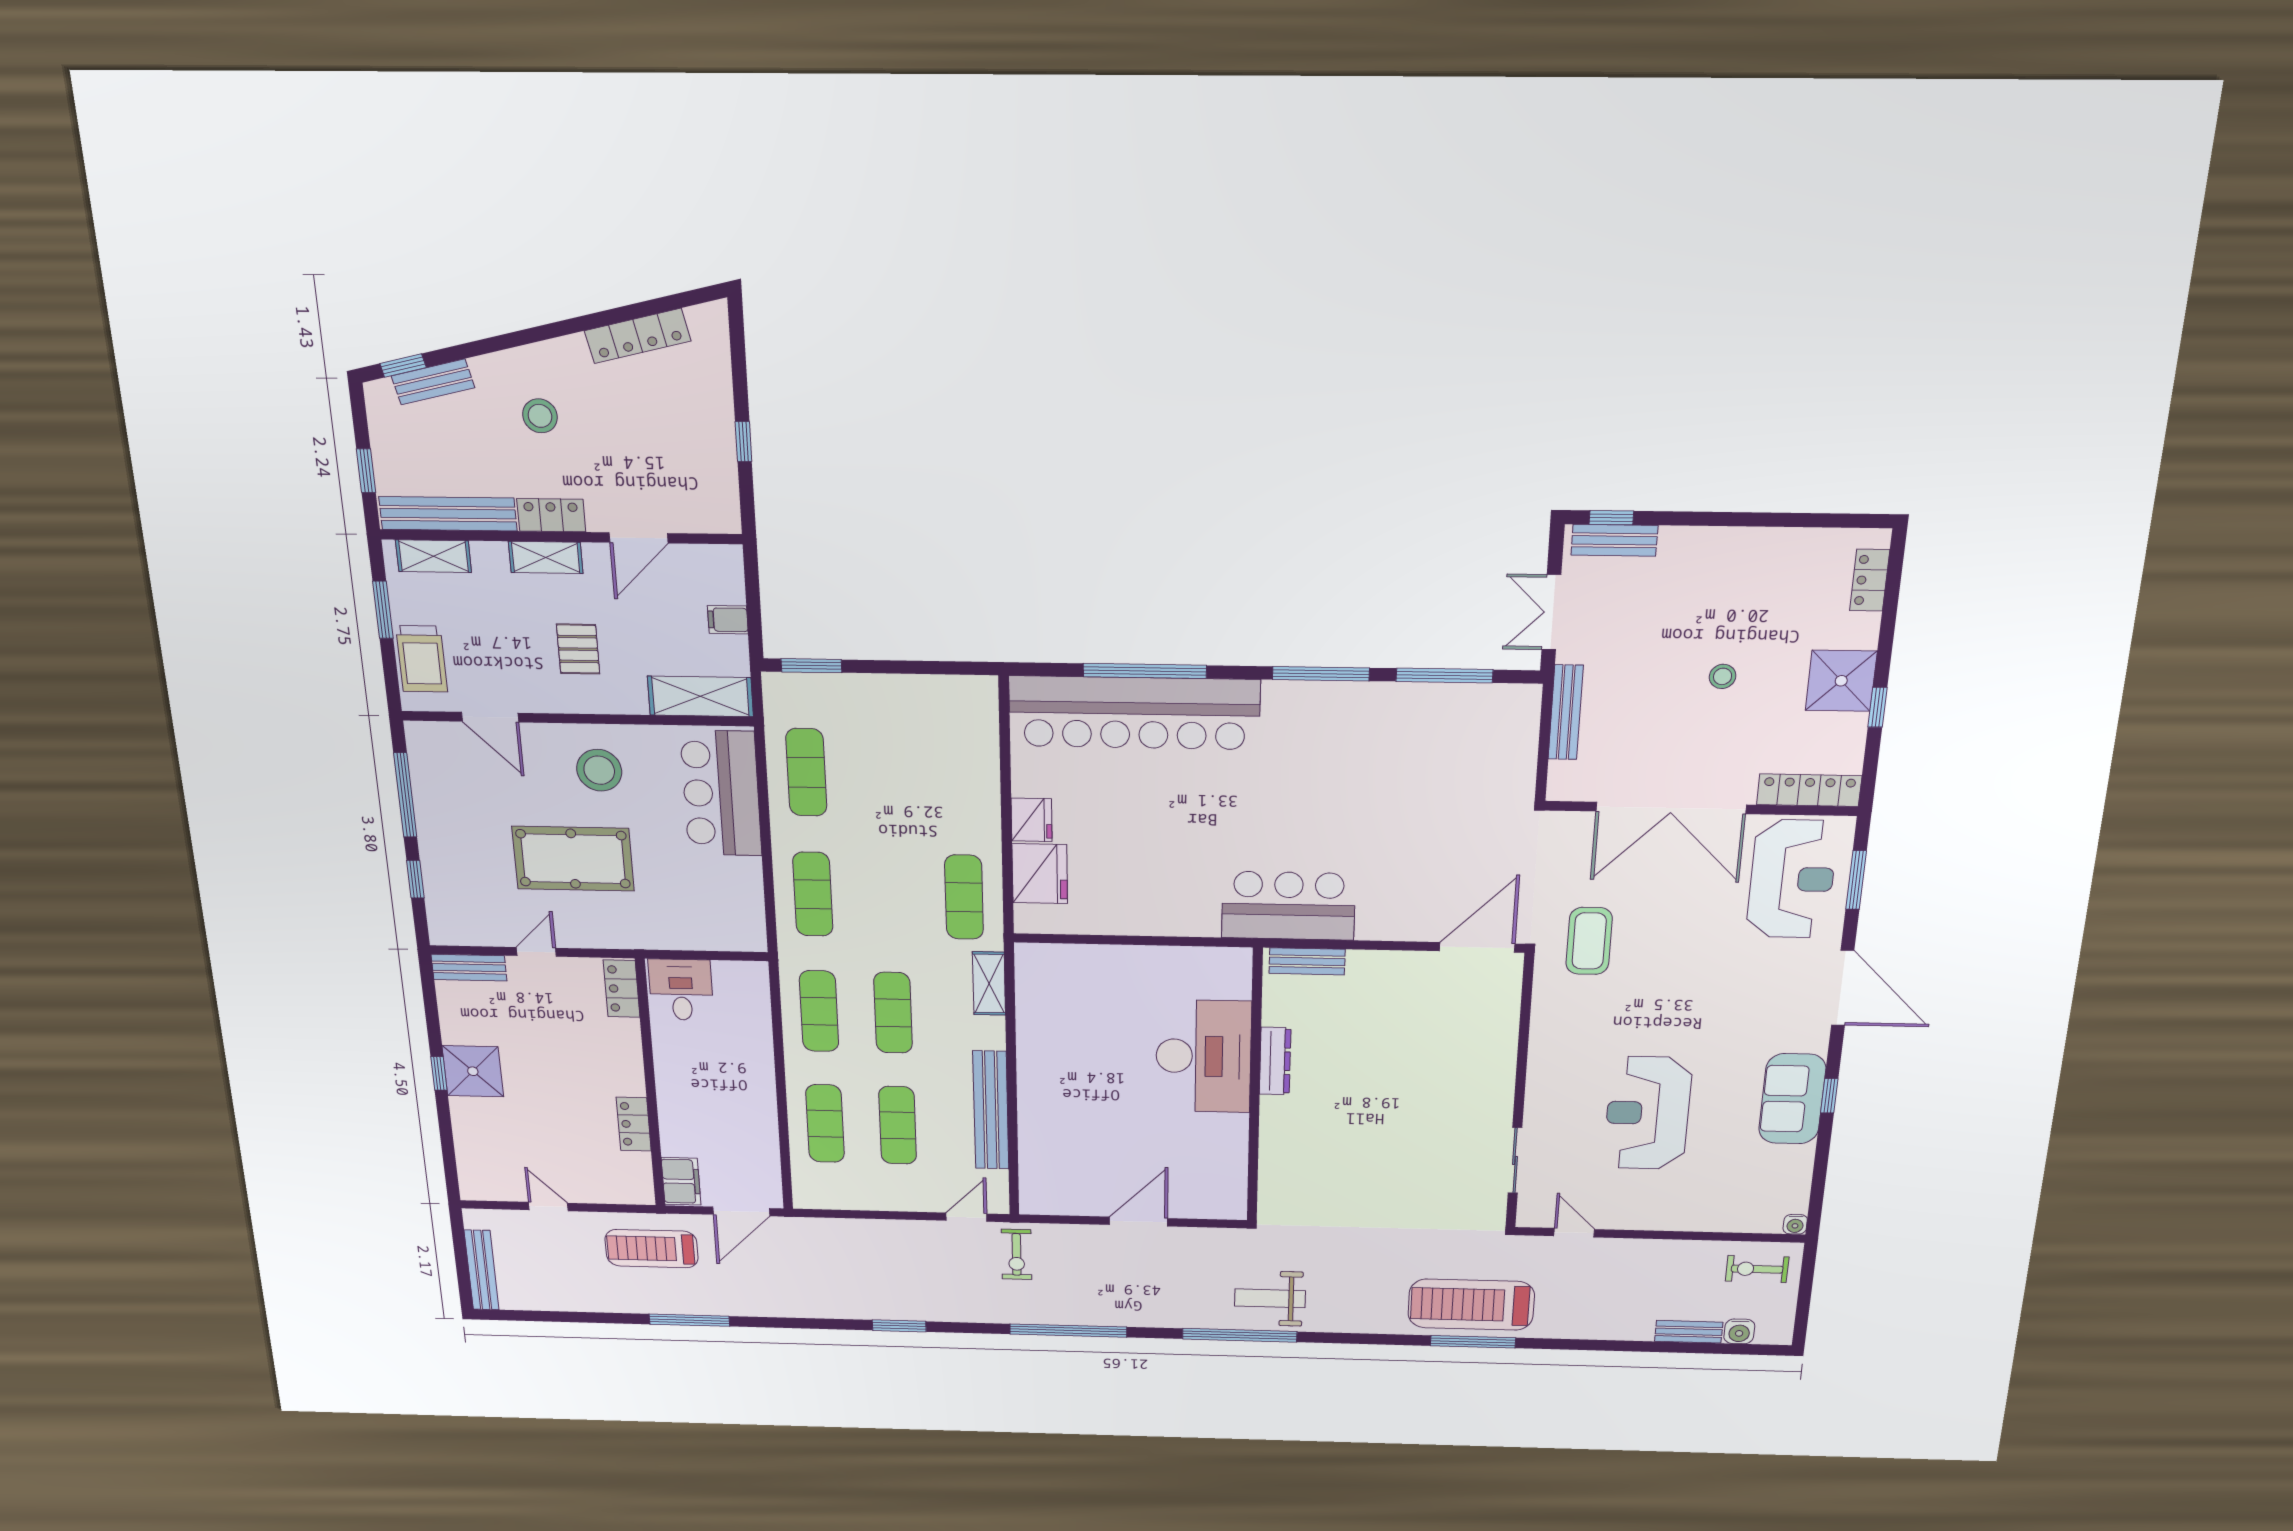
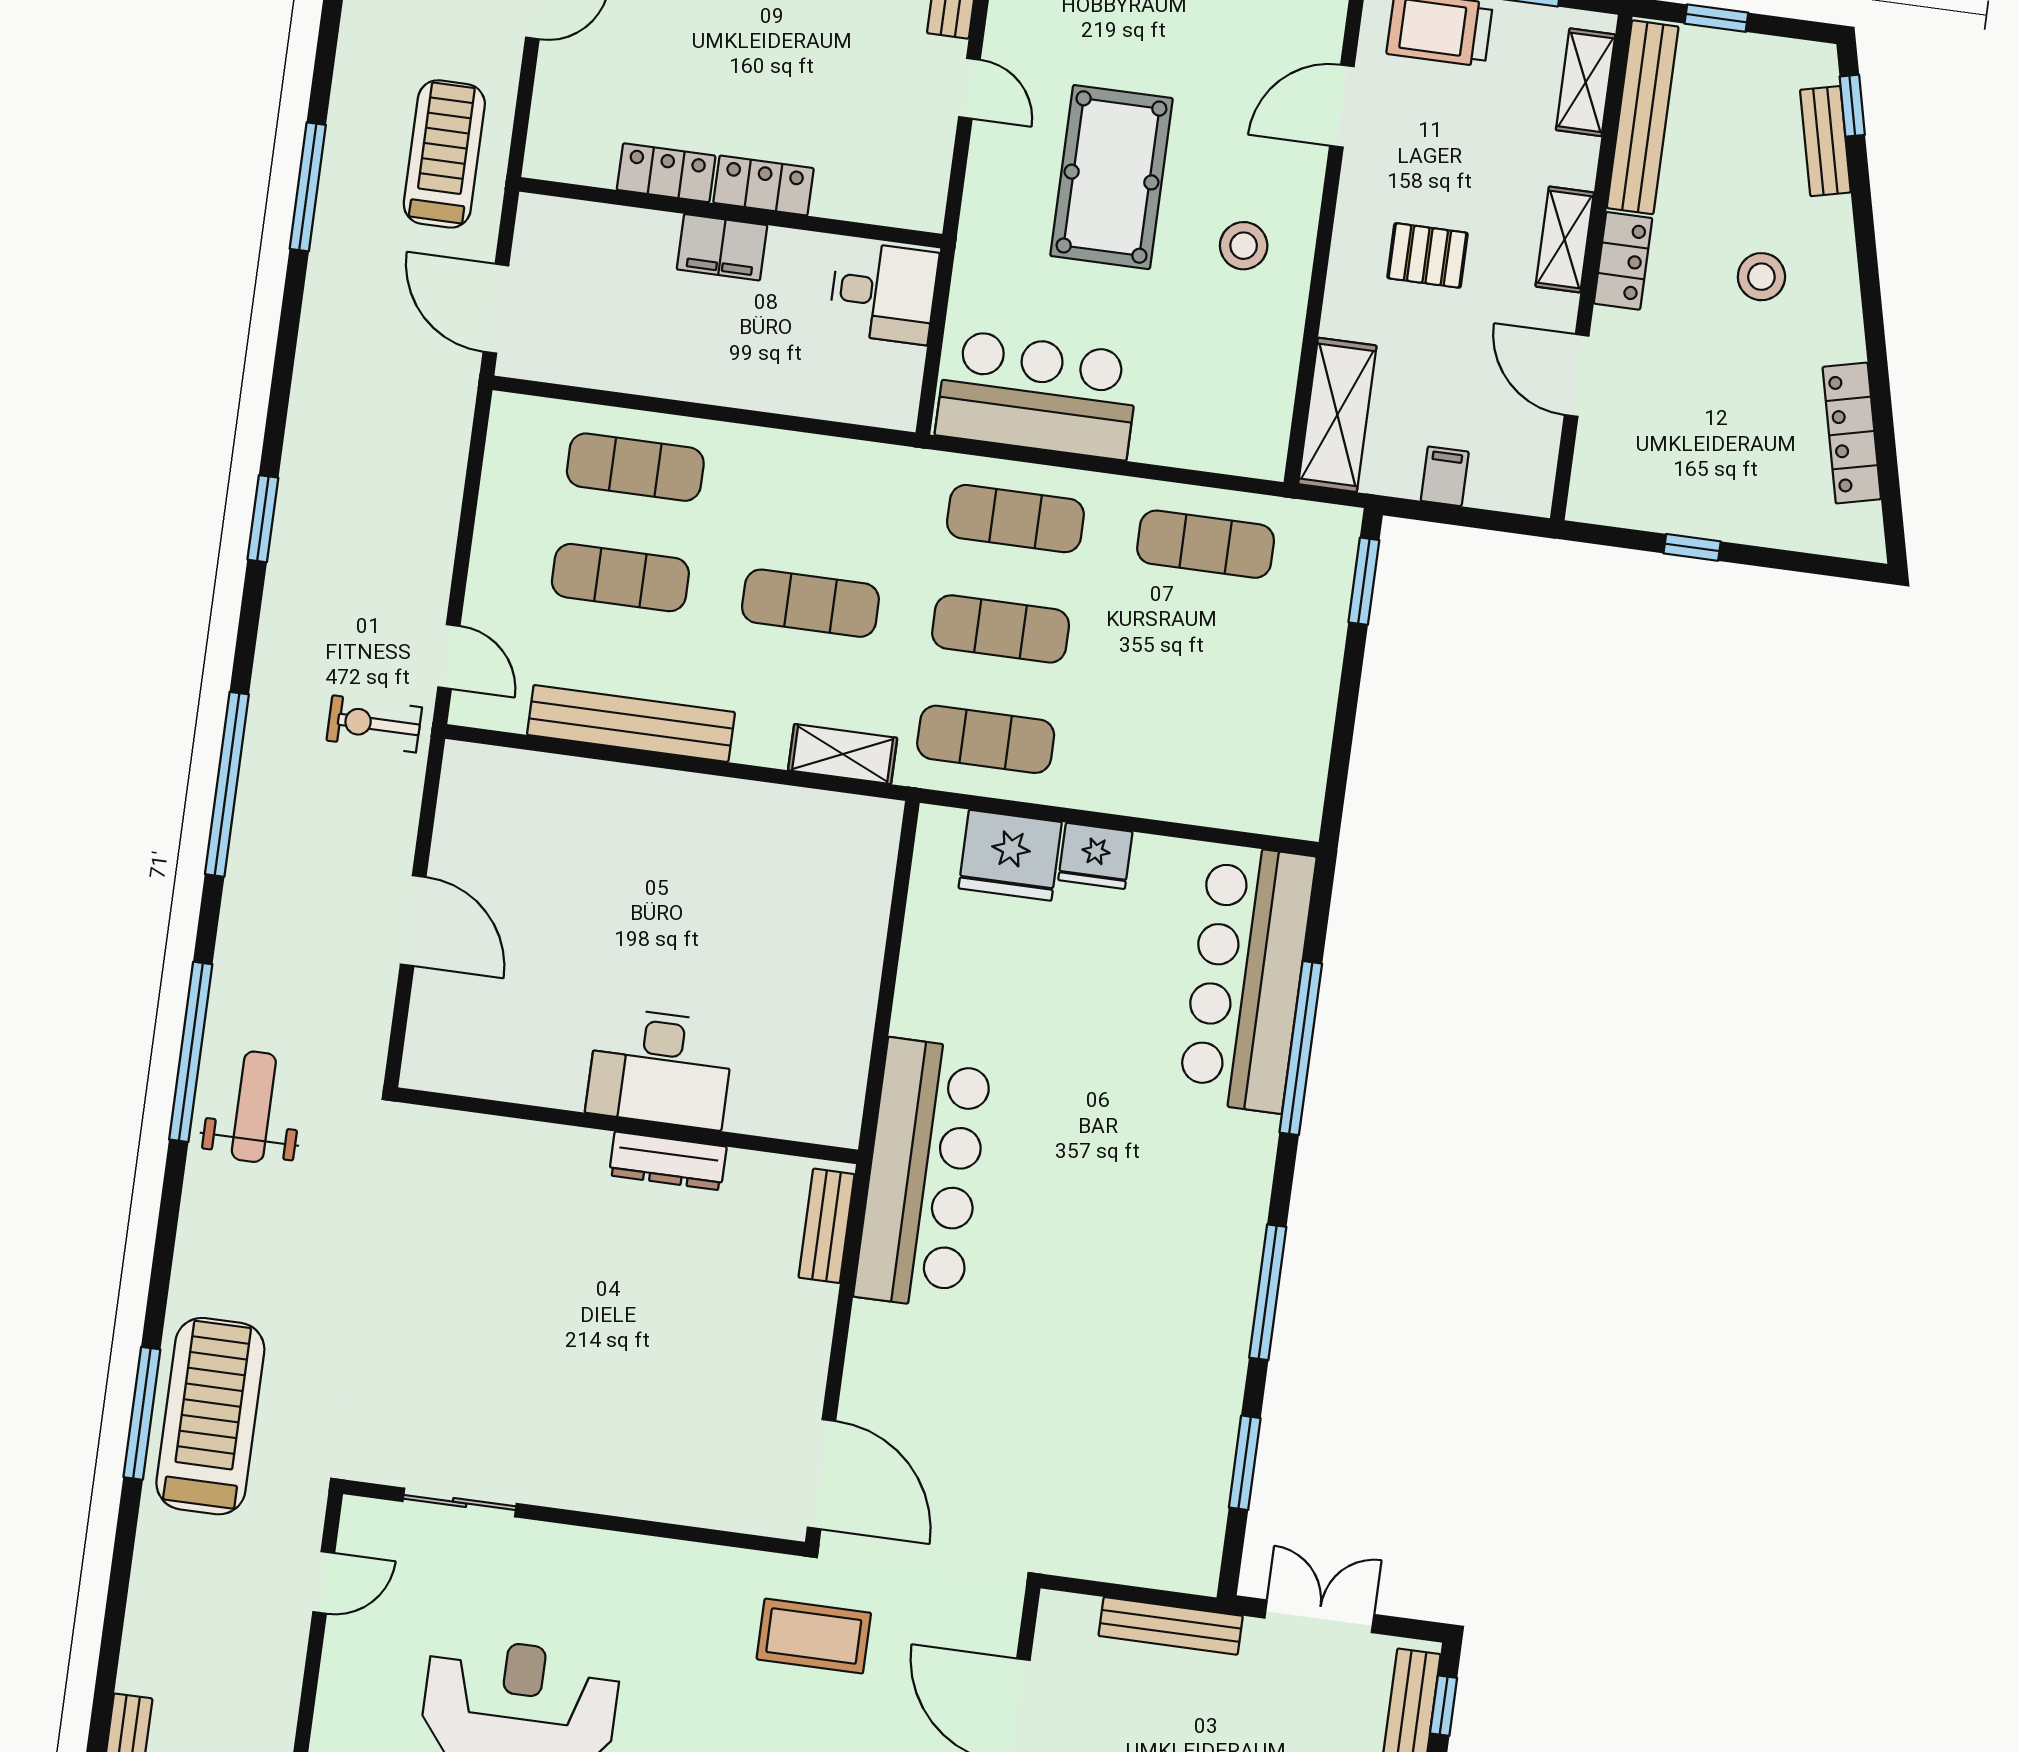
window: (1444, 676) -> (1245, 1463), width x0.69
bar counter: (1134, 713) -> (1247, 978), width x0.73
stool: (599, 770) -> (1244, 246), width x0.73, depth x0.73
bar counter: (721, 793) -> (1038, 395), moved
bar counter: (1288, 906) -> (923, 1174), width x1.36
locker: (622, 989) -> (763, 186), moved
exercise mat: (819, 1011) -> (1001, 629), moved
desk: (1203, 1056) -> (660, 1068), width x0.73, depth x0.77
filing cabinet: (681, 1181) -> (722, 247), moved

